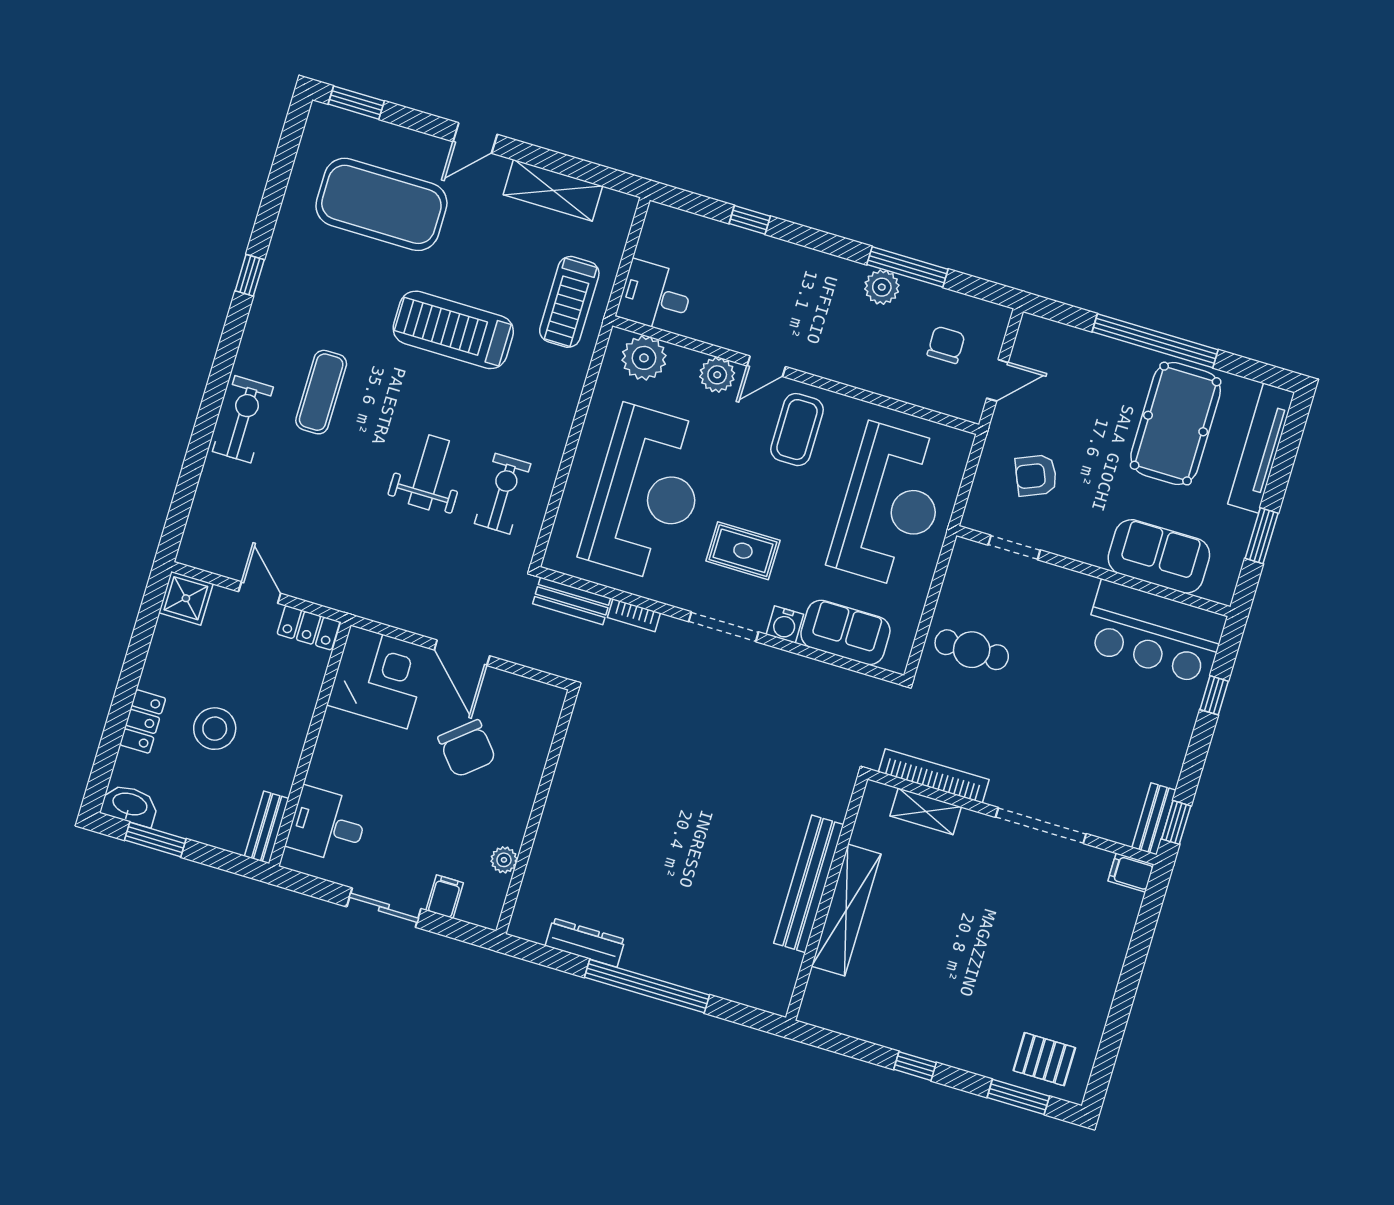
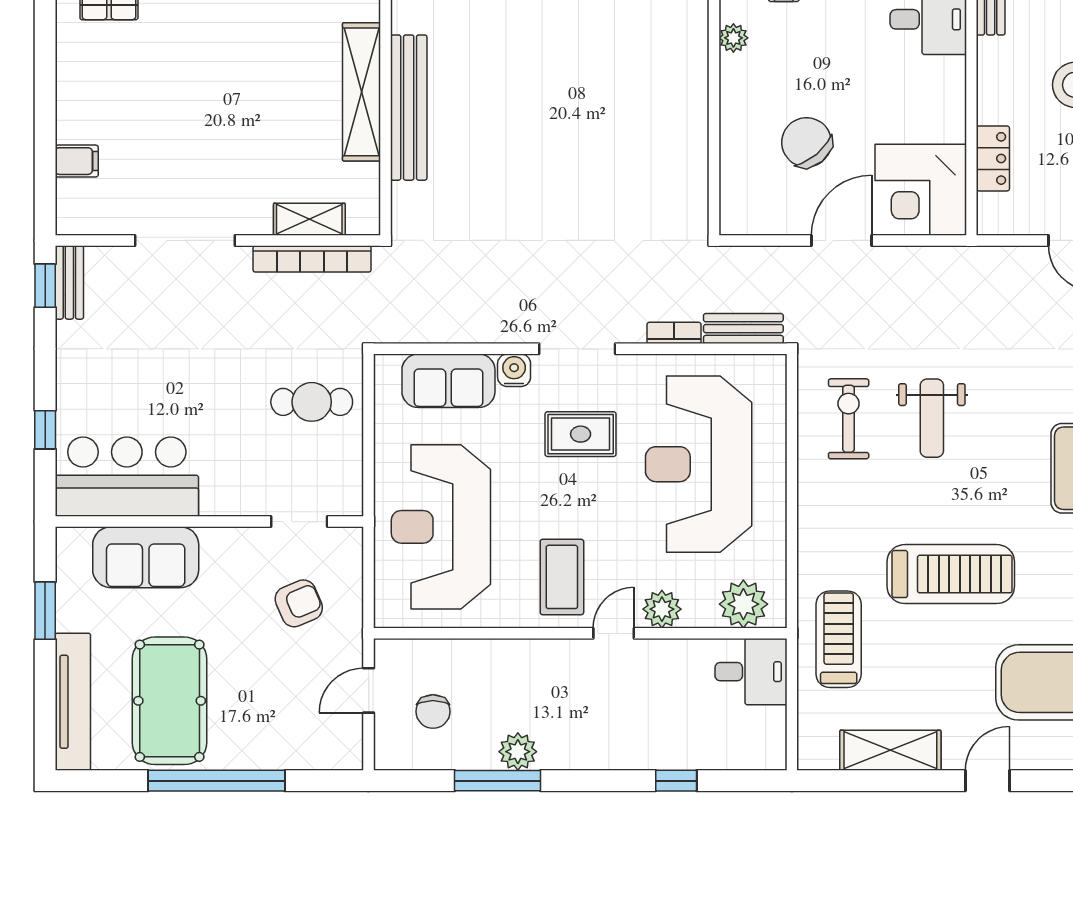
exercise bike: (503, 494) -> (849, 419), turned 180
locker: (308, 628) -> (993, 158), moved, turned 90
door: (462, 653) -> (841, 240), hinge flipped
filing cabinet: (1131, 873) -> (77, 161), moved

